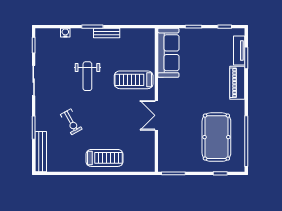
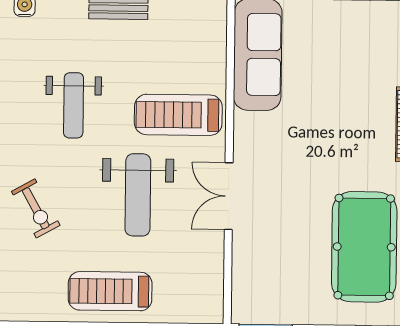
weight bench: (116, 115) -> (138, 195), added
treadmill: (105, 158) -> (110, 291), turned 180

